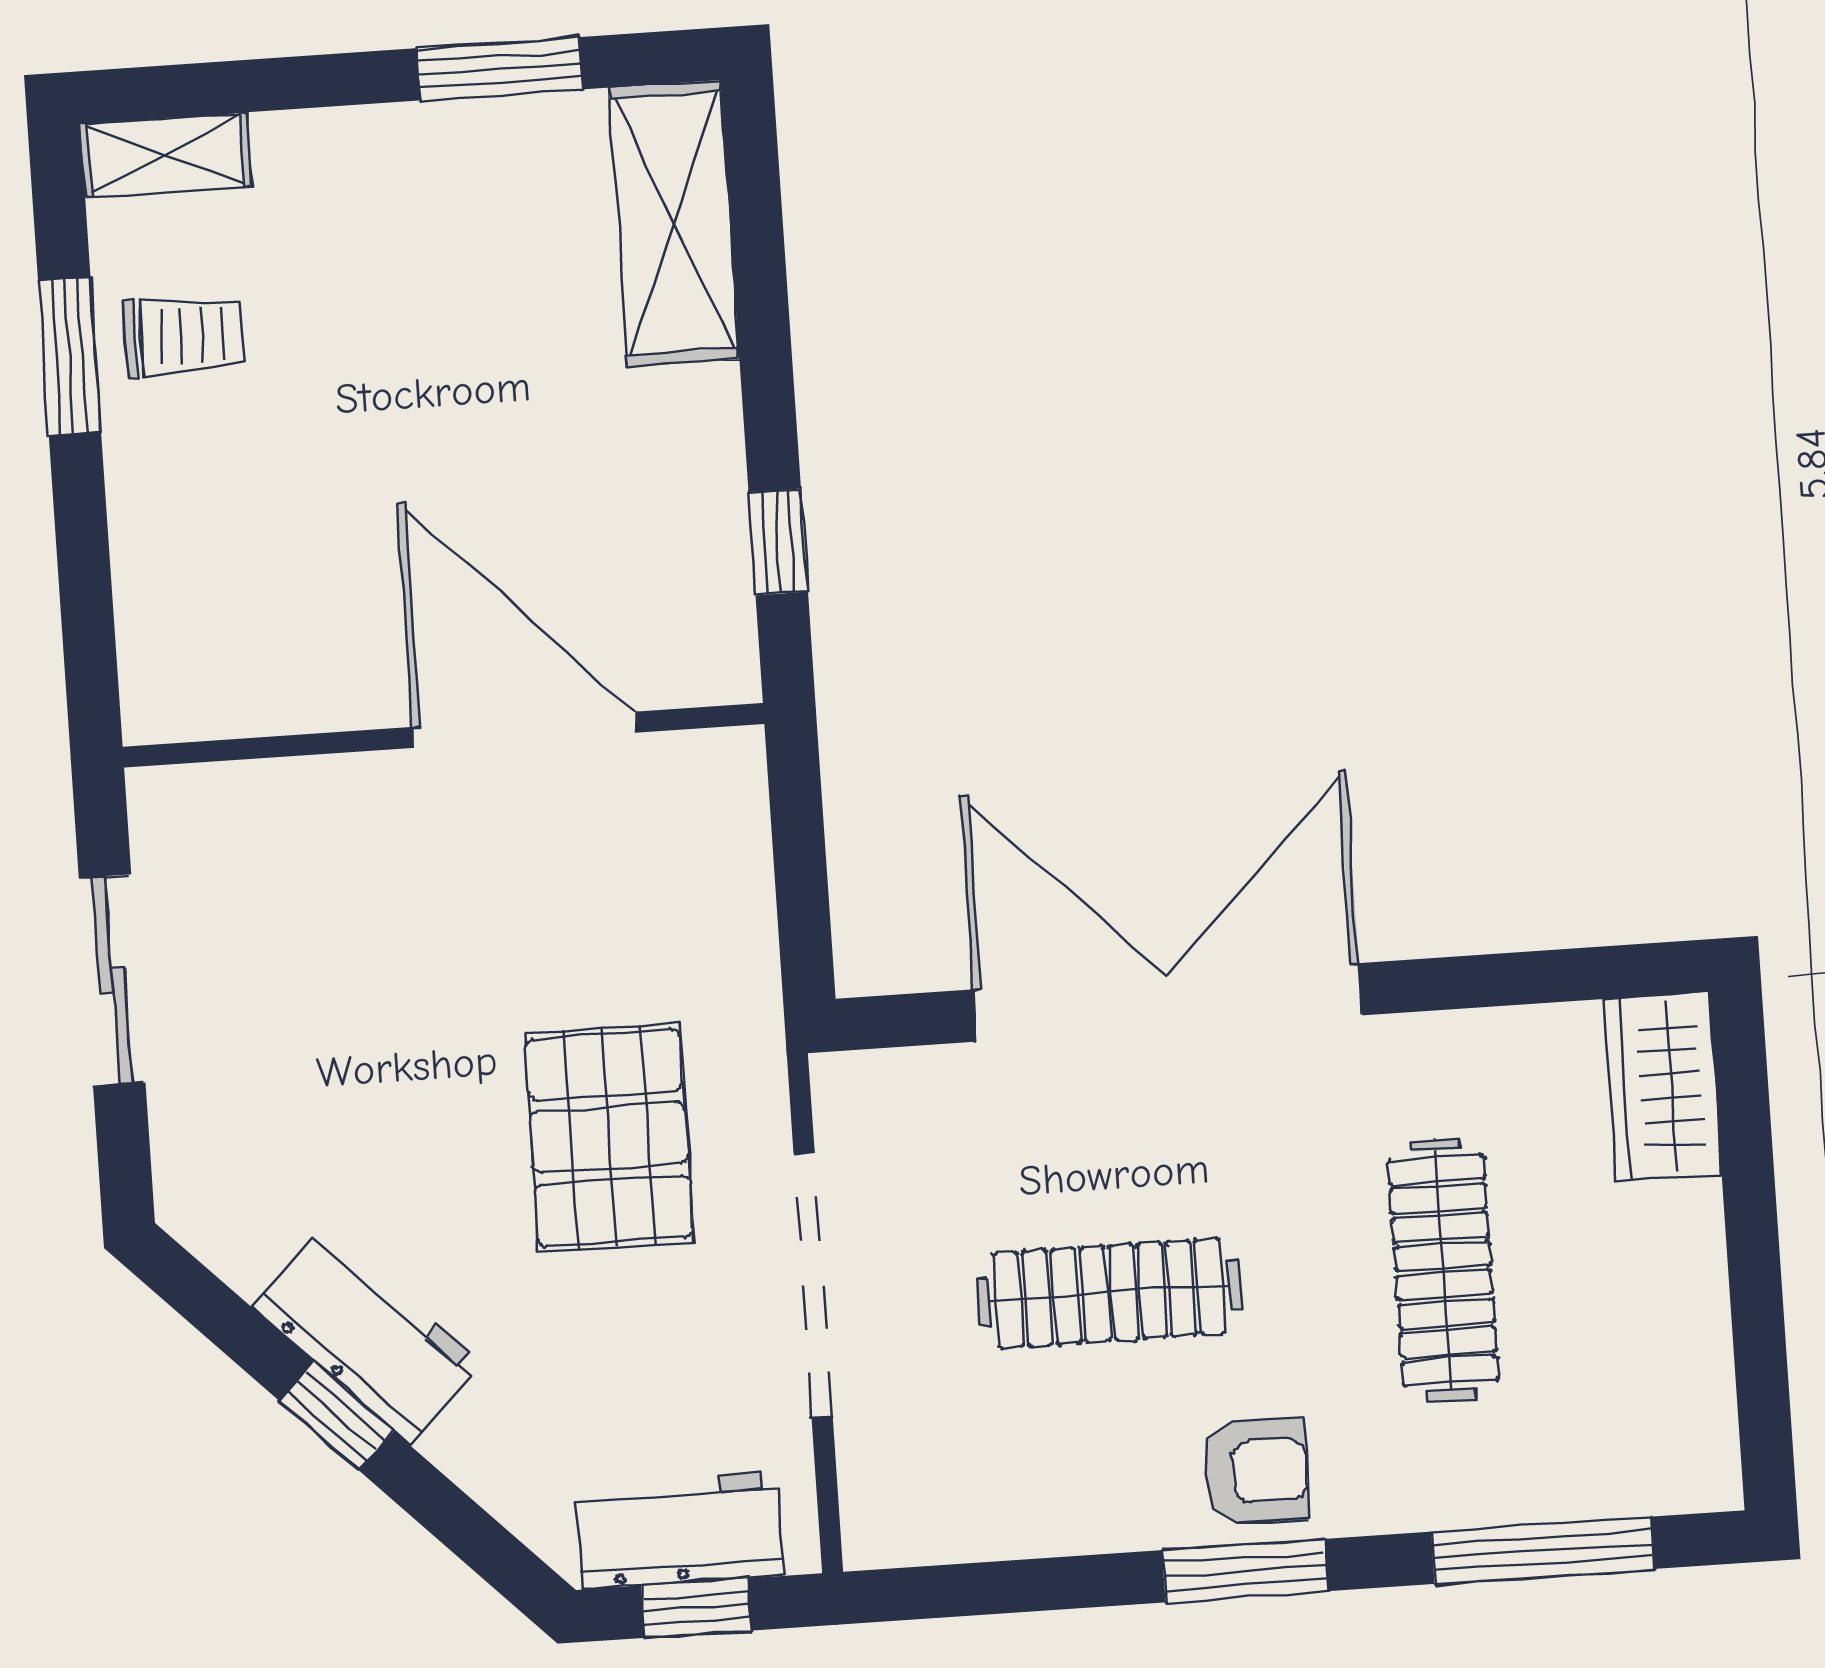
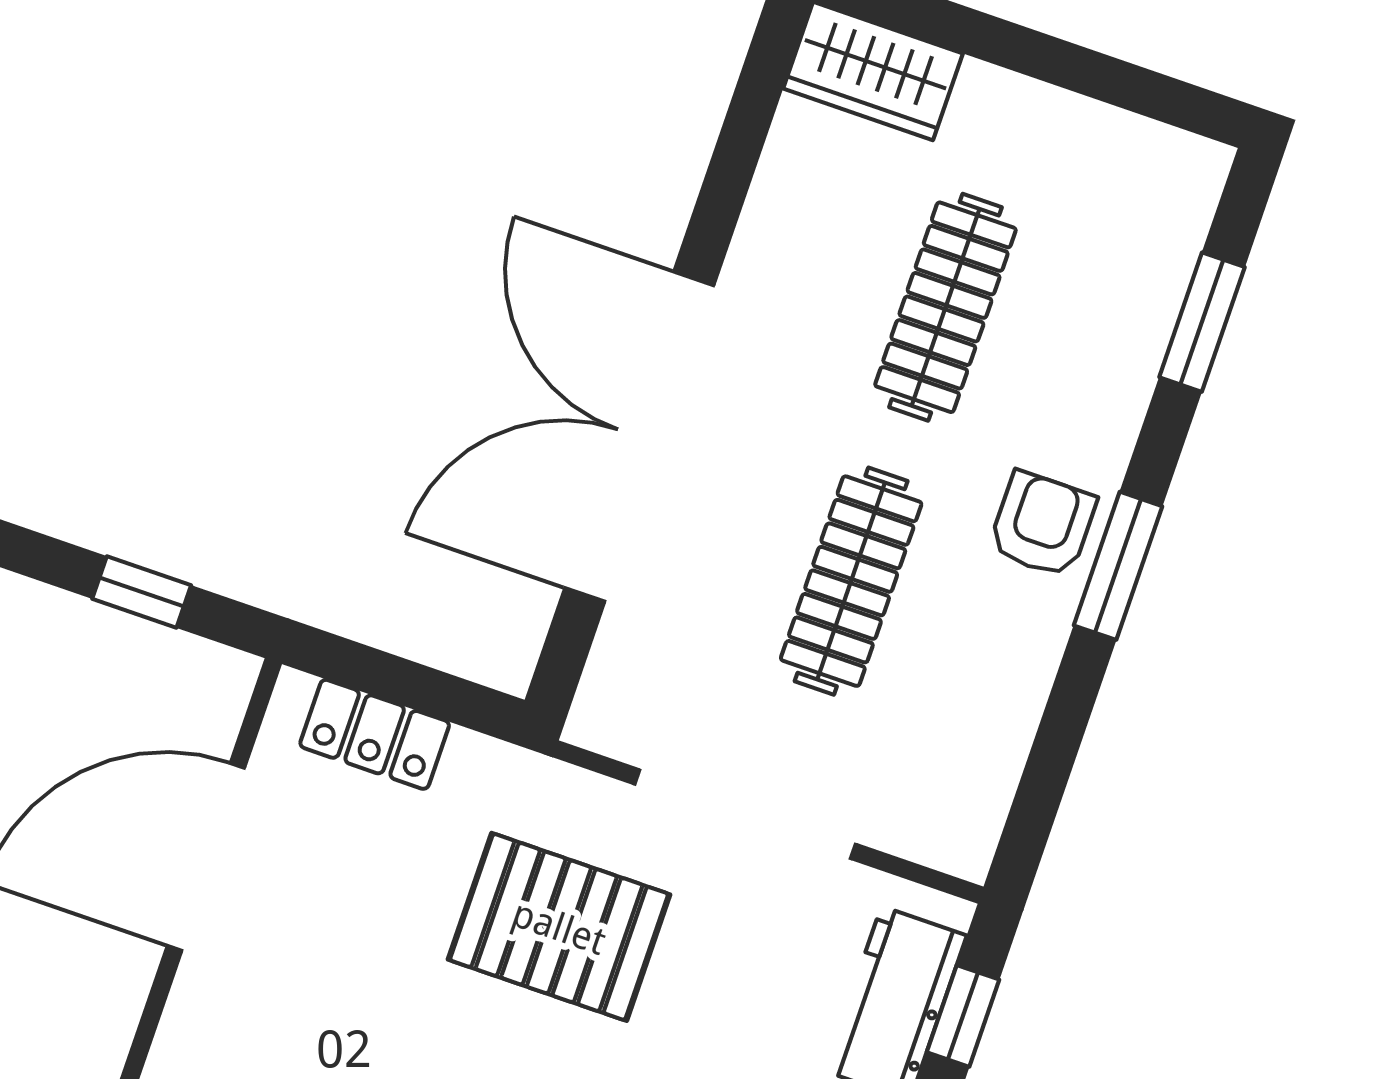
locker: (731, 854) -> (375, 734), added
clothes rail: (1443, 1270) -> (945, 307), turned 90
window: (1543, 1550) -> (1202, 322), width x0.69

